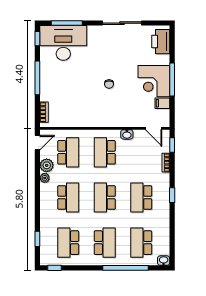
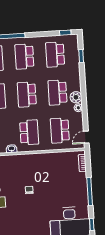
plant: (47, 165) -> (76, 97), moved
school desk: (105, 197) -> (27, 94), turned 180
school desk: (68, 243) -> (55, 55), turned 180

